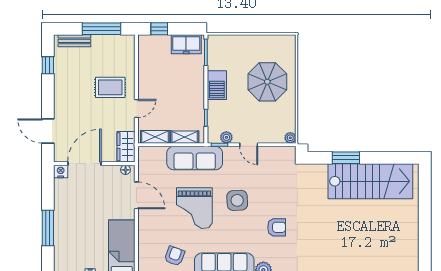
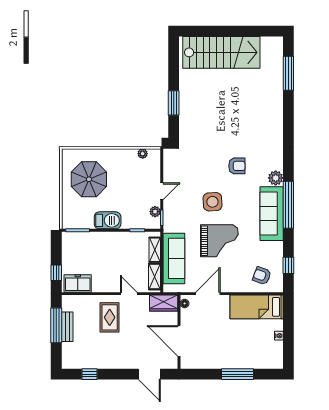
bench: (74, 41) -> (67, 327), moved
freezer: (186, 44) -> (78, 284), moved, turned -90
parasol: (267, 82) -> (89, 179), moved
door: (48, 131) -> (149, 374), hinge flipped
plant: (290, 138) -> (143, 154), moved
sofa: (195, 158) -> (174, 258), moved
nightstand: (61, 171) -> (186, 363), removed
stairs: (370, 181) -> (221, 52), moved, turned 90
armchair: (277, 227) -> (237, 166), turned 90
armchair: (175, 256) -> (262, 276), moved

